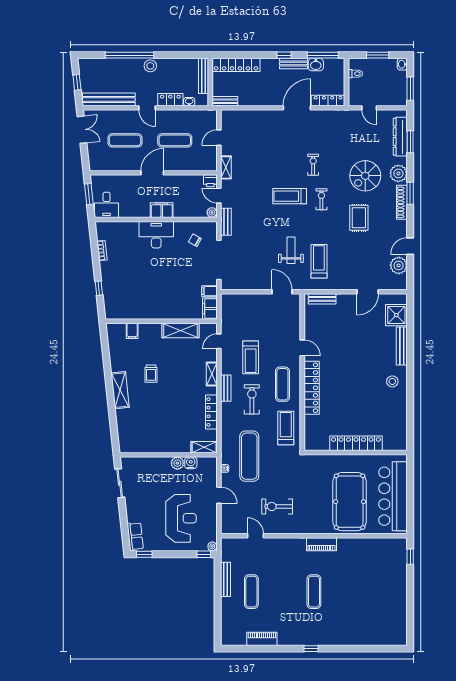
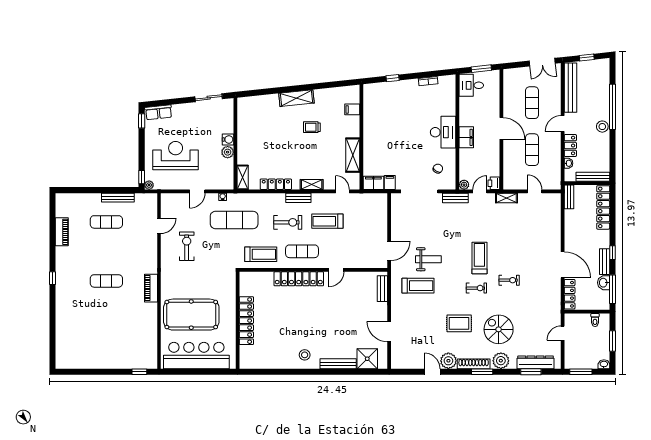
plant: (399, 265) -> (448, 361), moved
water cooler: (191, 463) -> (228, 139), moved
reception desk: (181, 518) -> (176, 156), turned 180

